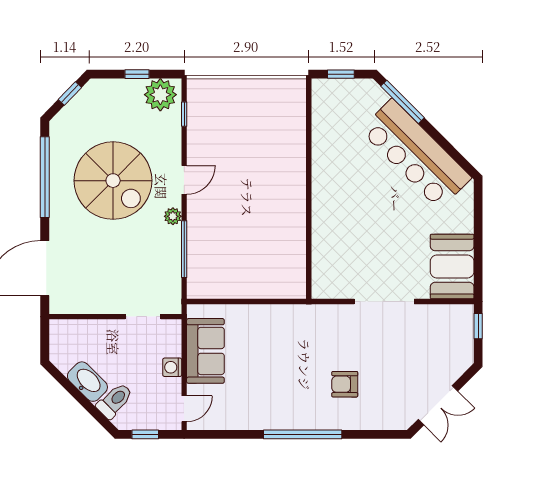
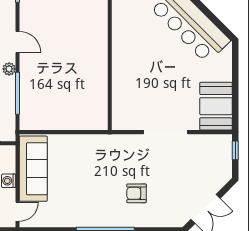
door: (184, 180) -> (17, 42), hinge flipped
sofa: (205, 351) -> (33, 169), width x1.36

